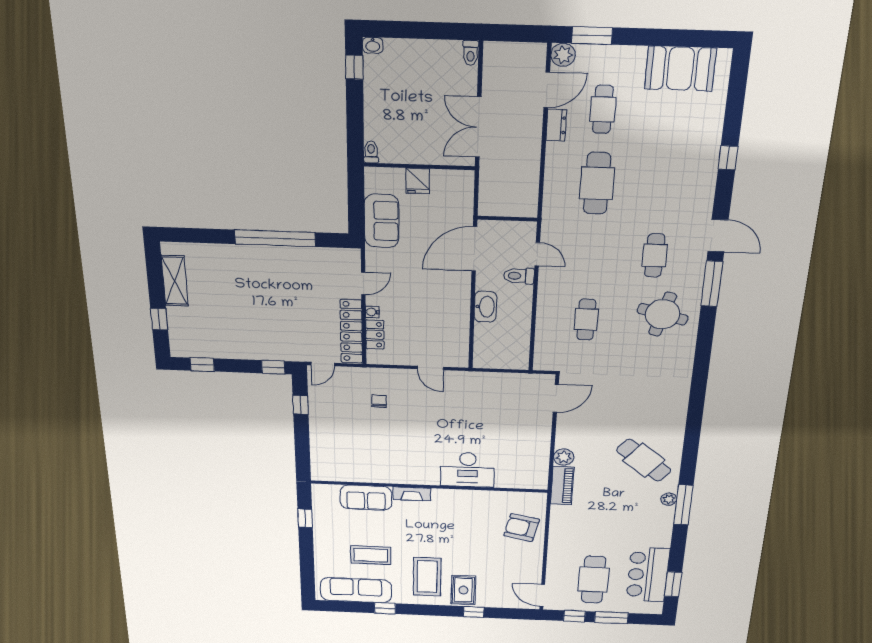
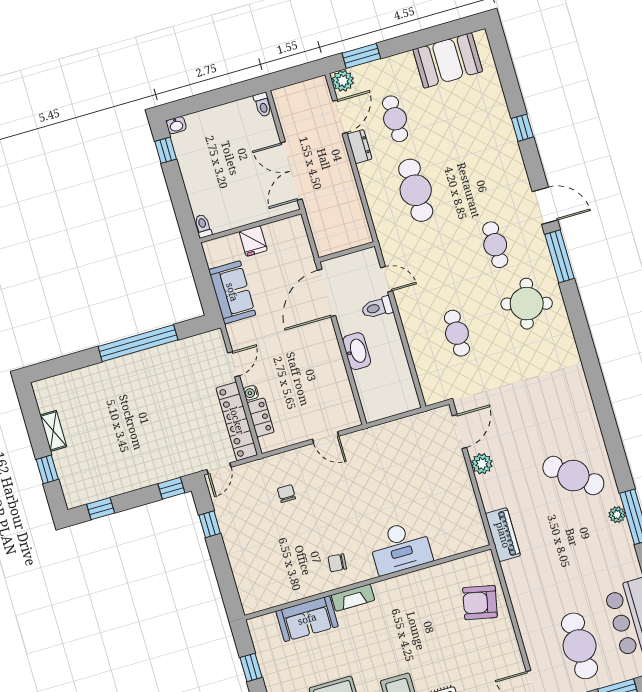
shelving: (175, 281) -> (53, 431), width x0.67, depth x0.75
plant: (564, 457) -> (482, 464), moved
chair: (407, 465) -> (337, 563), added

